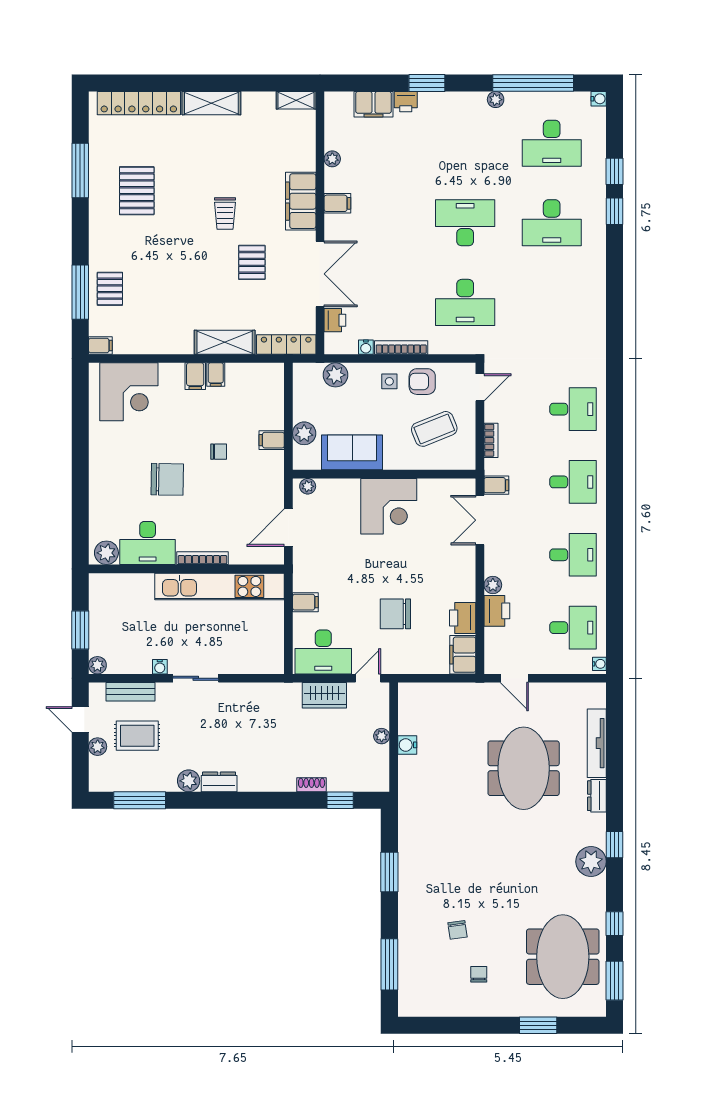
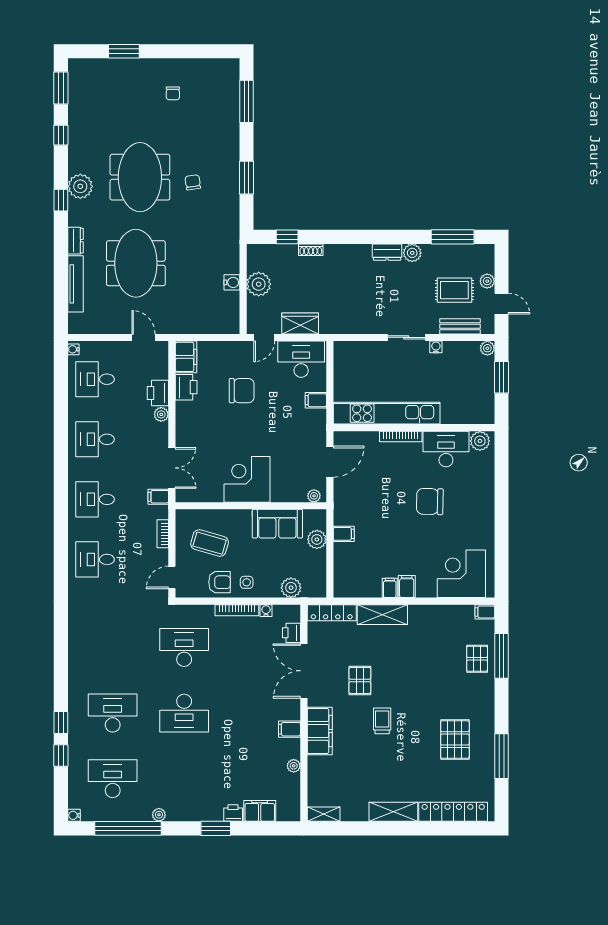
coffee table: (434, 429) -> (210, 543), turned 38
chair: (219, 452) -> (387, 524), removed
plant: (382, 736) -> (259, 284), width x1.88, depth x1.88
chair: (457, 930) -> (193, 182), moved
meeting table: (563, 957) -> (140, 177), moved

